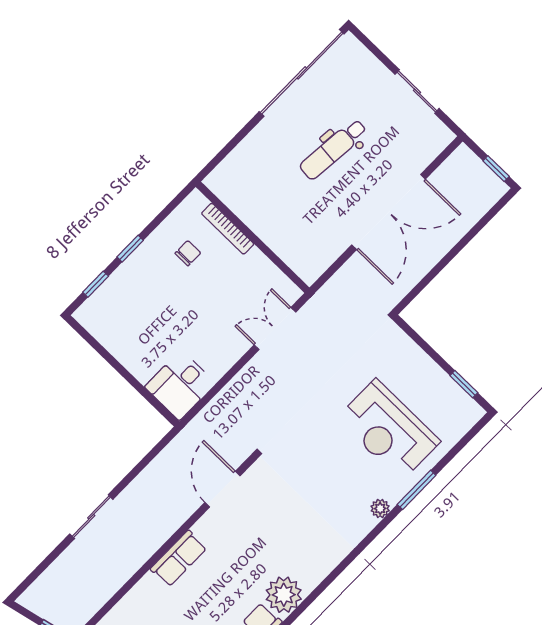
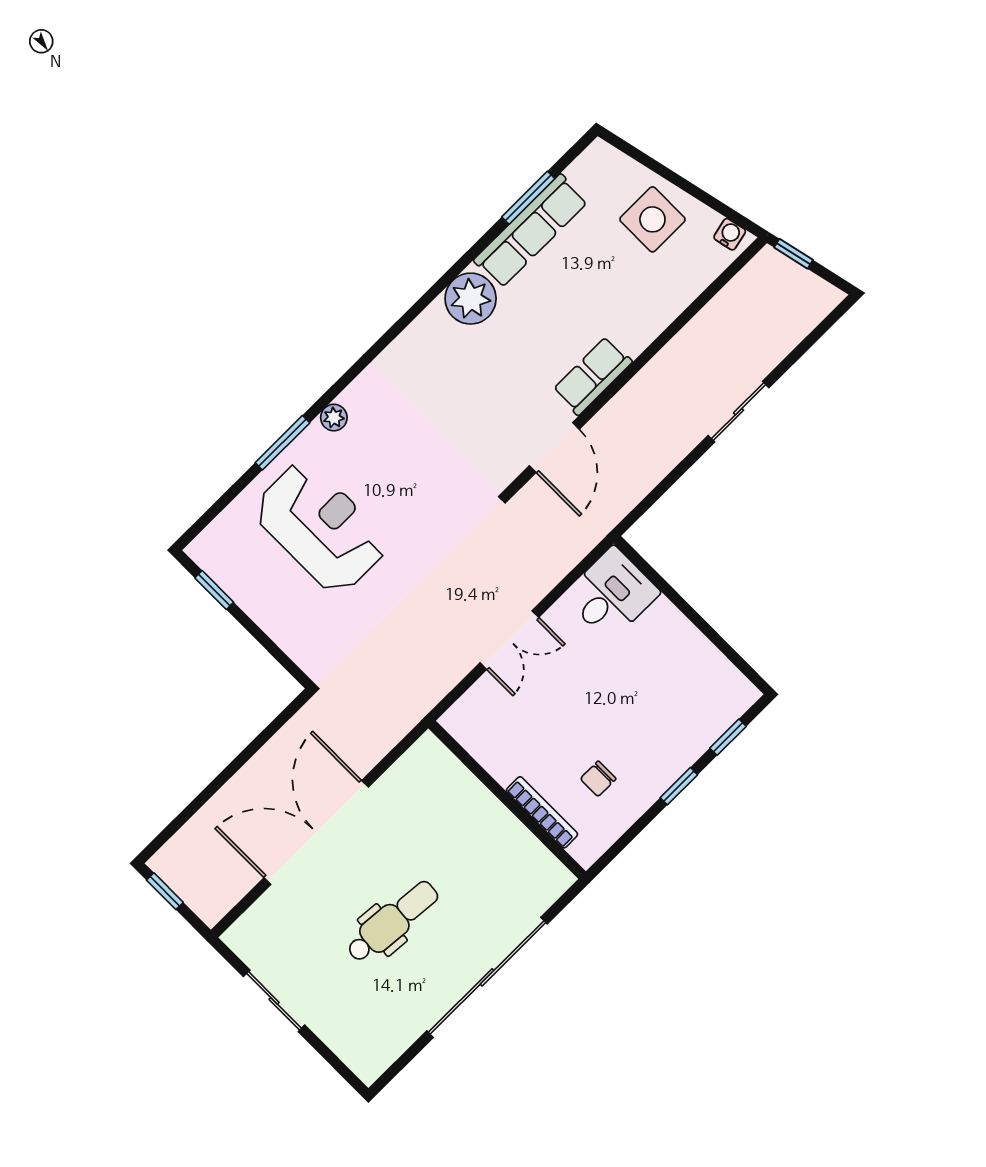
sliding door: (302, 73) -> (487, 977), moved
double door: (275, 328) -> (509, 640), moved
row of seats: (179, 558) -> (592, 376), moved

